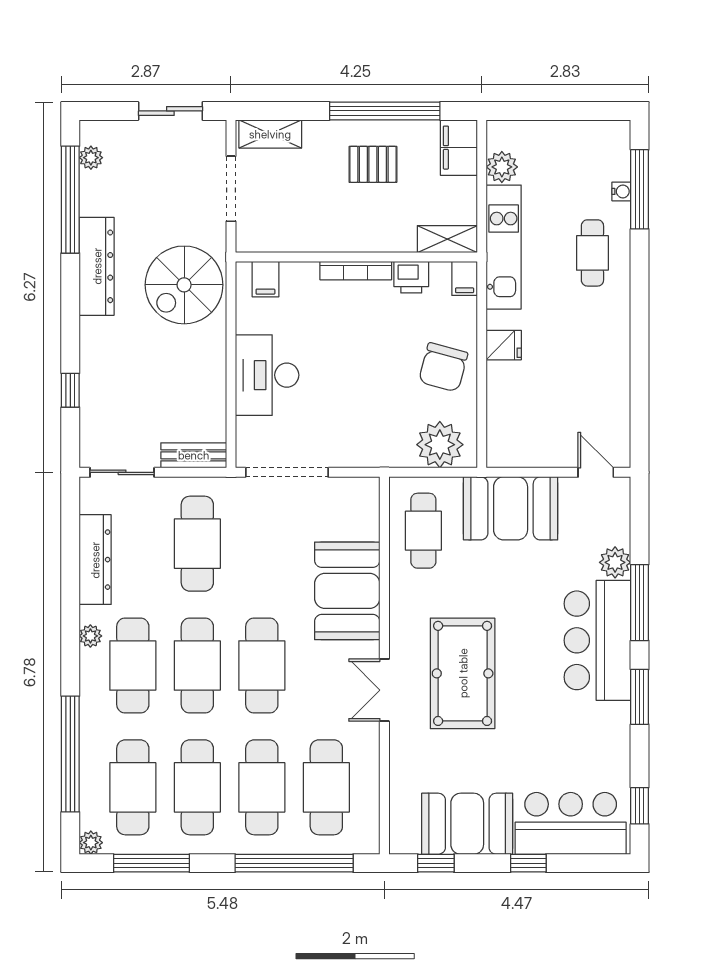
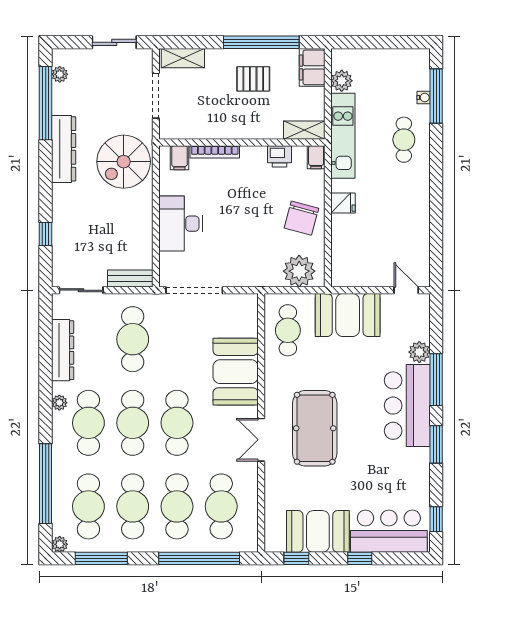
bookcase: (356, 271) -> (215, 152), moved

